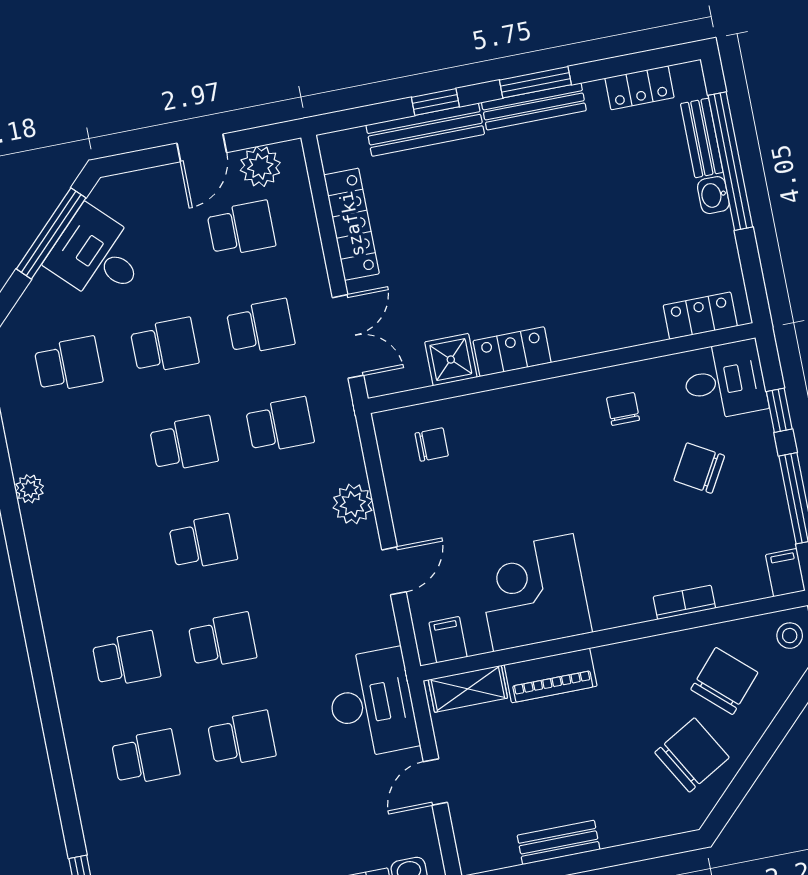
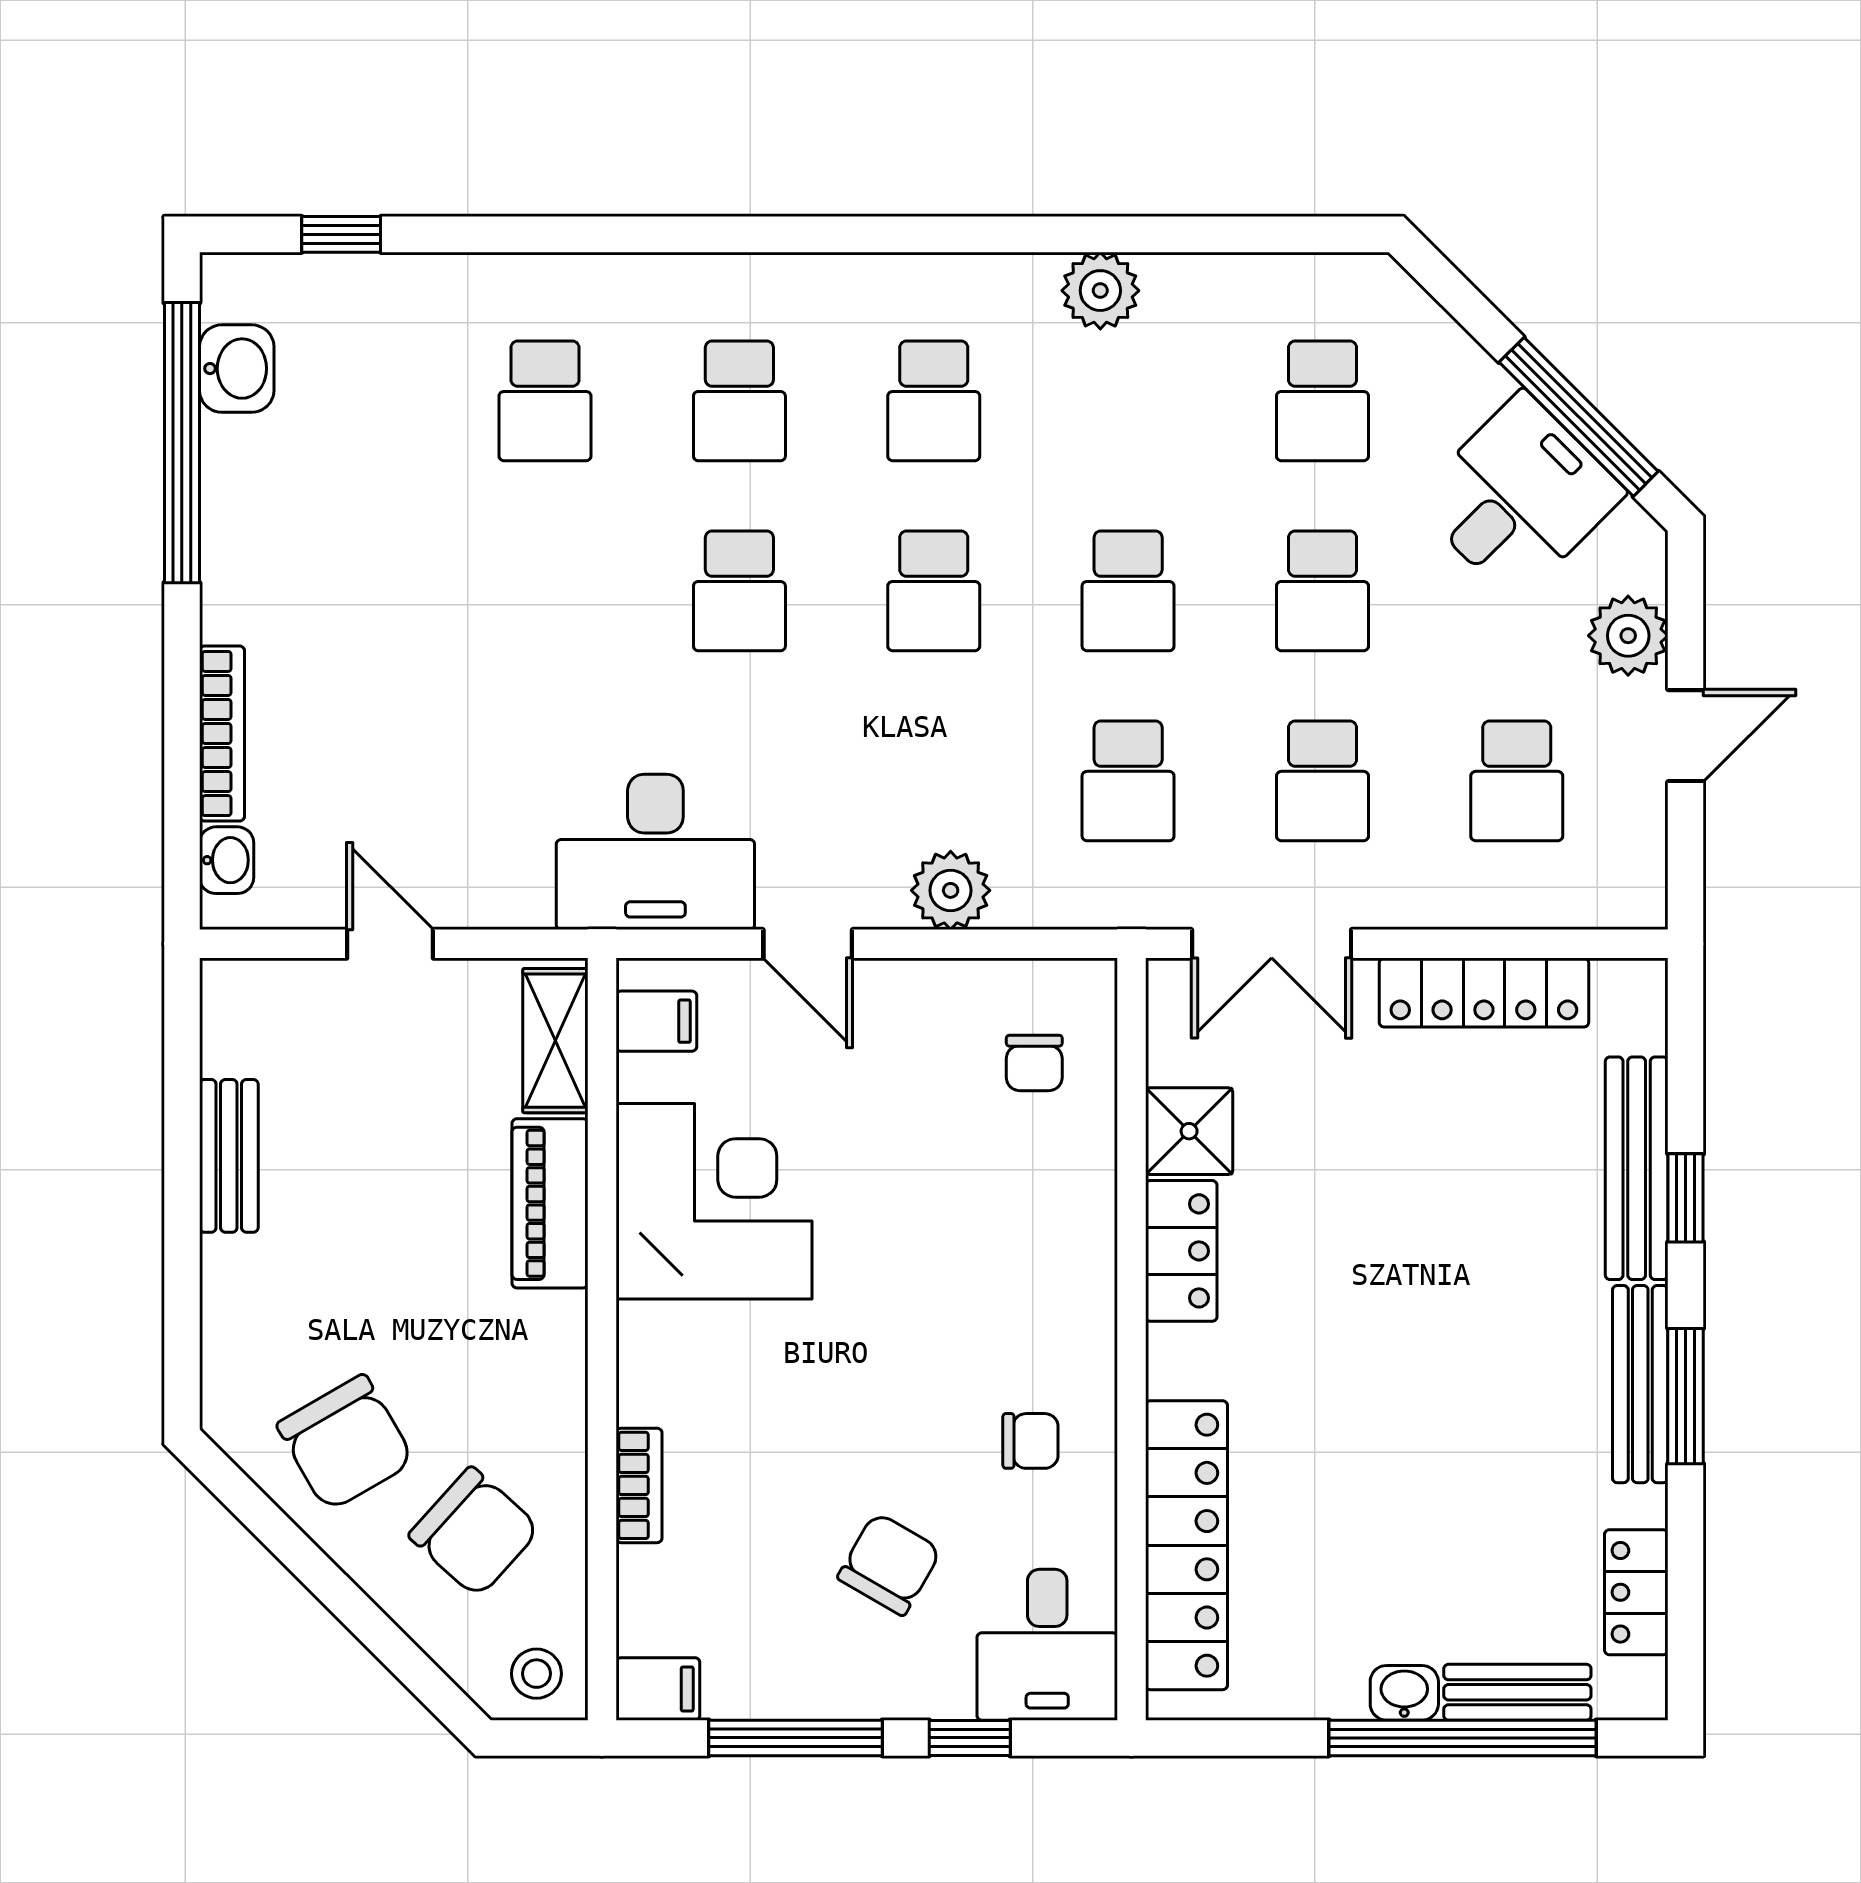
door: (202, 148) -> (1686, 736), swing flipped
plant: (260, 166) -> (1628, 636), moved
locker: (700, 316) -> (1186, 1545), width x2.16, depth x1.21
plant: (29, 489) -> (1100, 291), width x1.38, depth x1.38
desk: (372, 703) -> (655, 852), moved
school desk: (242, 739) -> (934, 401), moved

